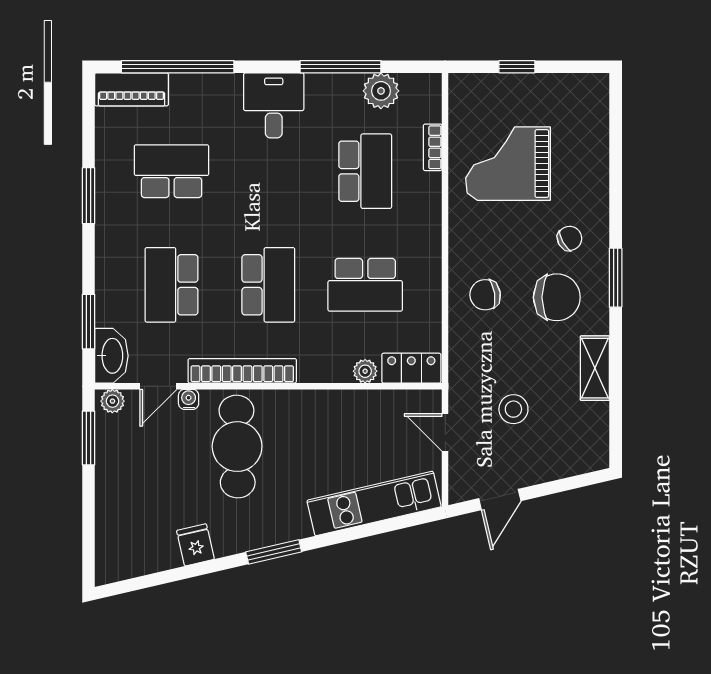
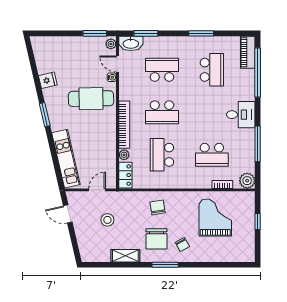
plant: (381, 91) -> (247, 181), moved
bookcase: (242, 371) -> (124, 125), moved

